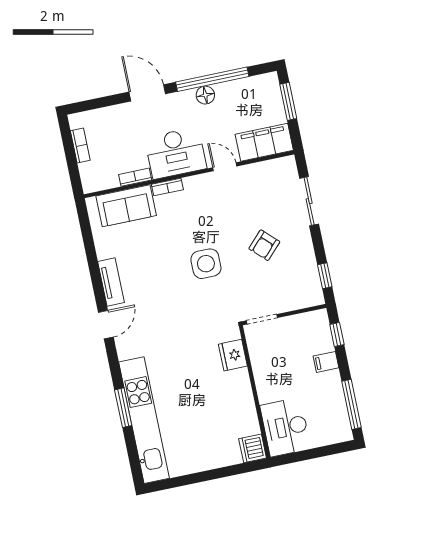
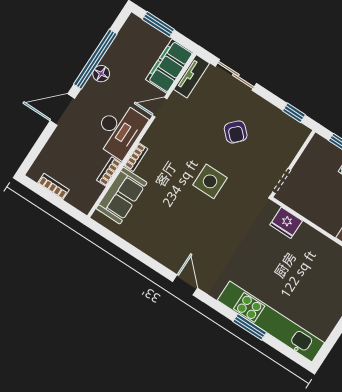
tv unit: (111, 282) -> (192, 76), moved, turned 90

